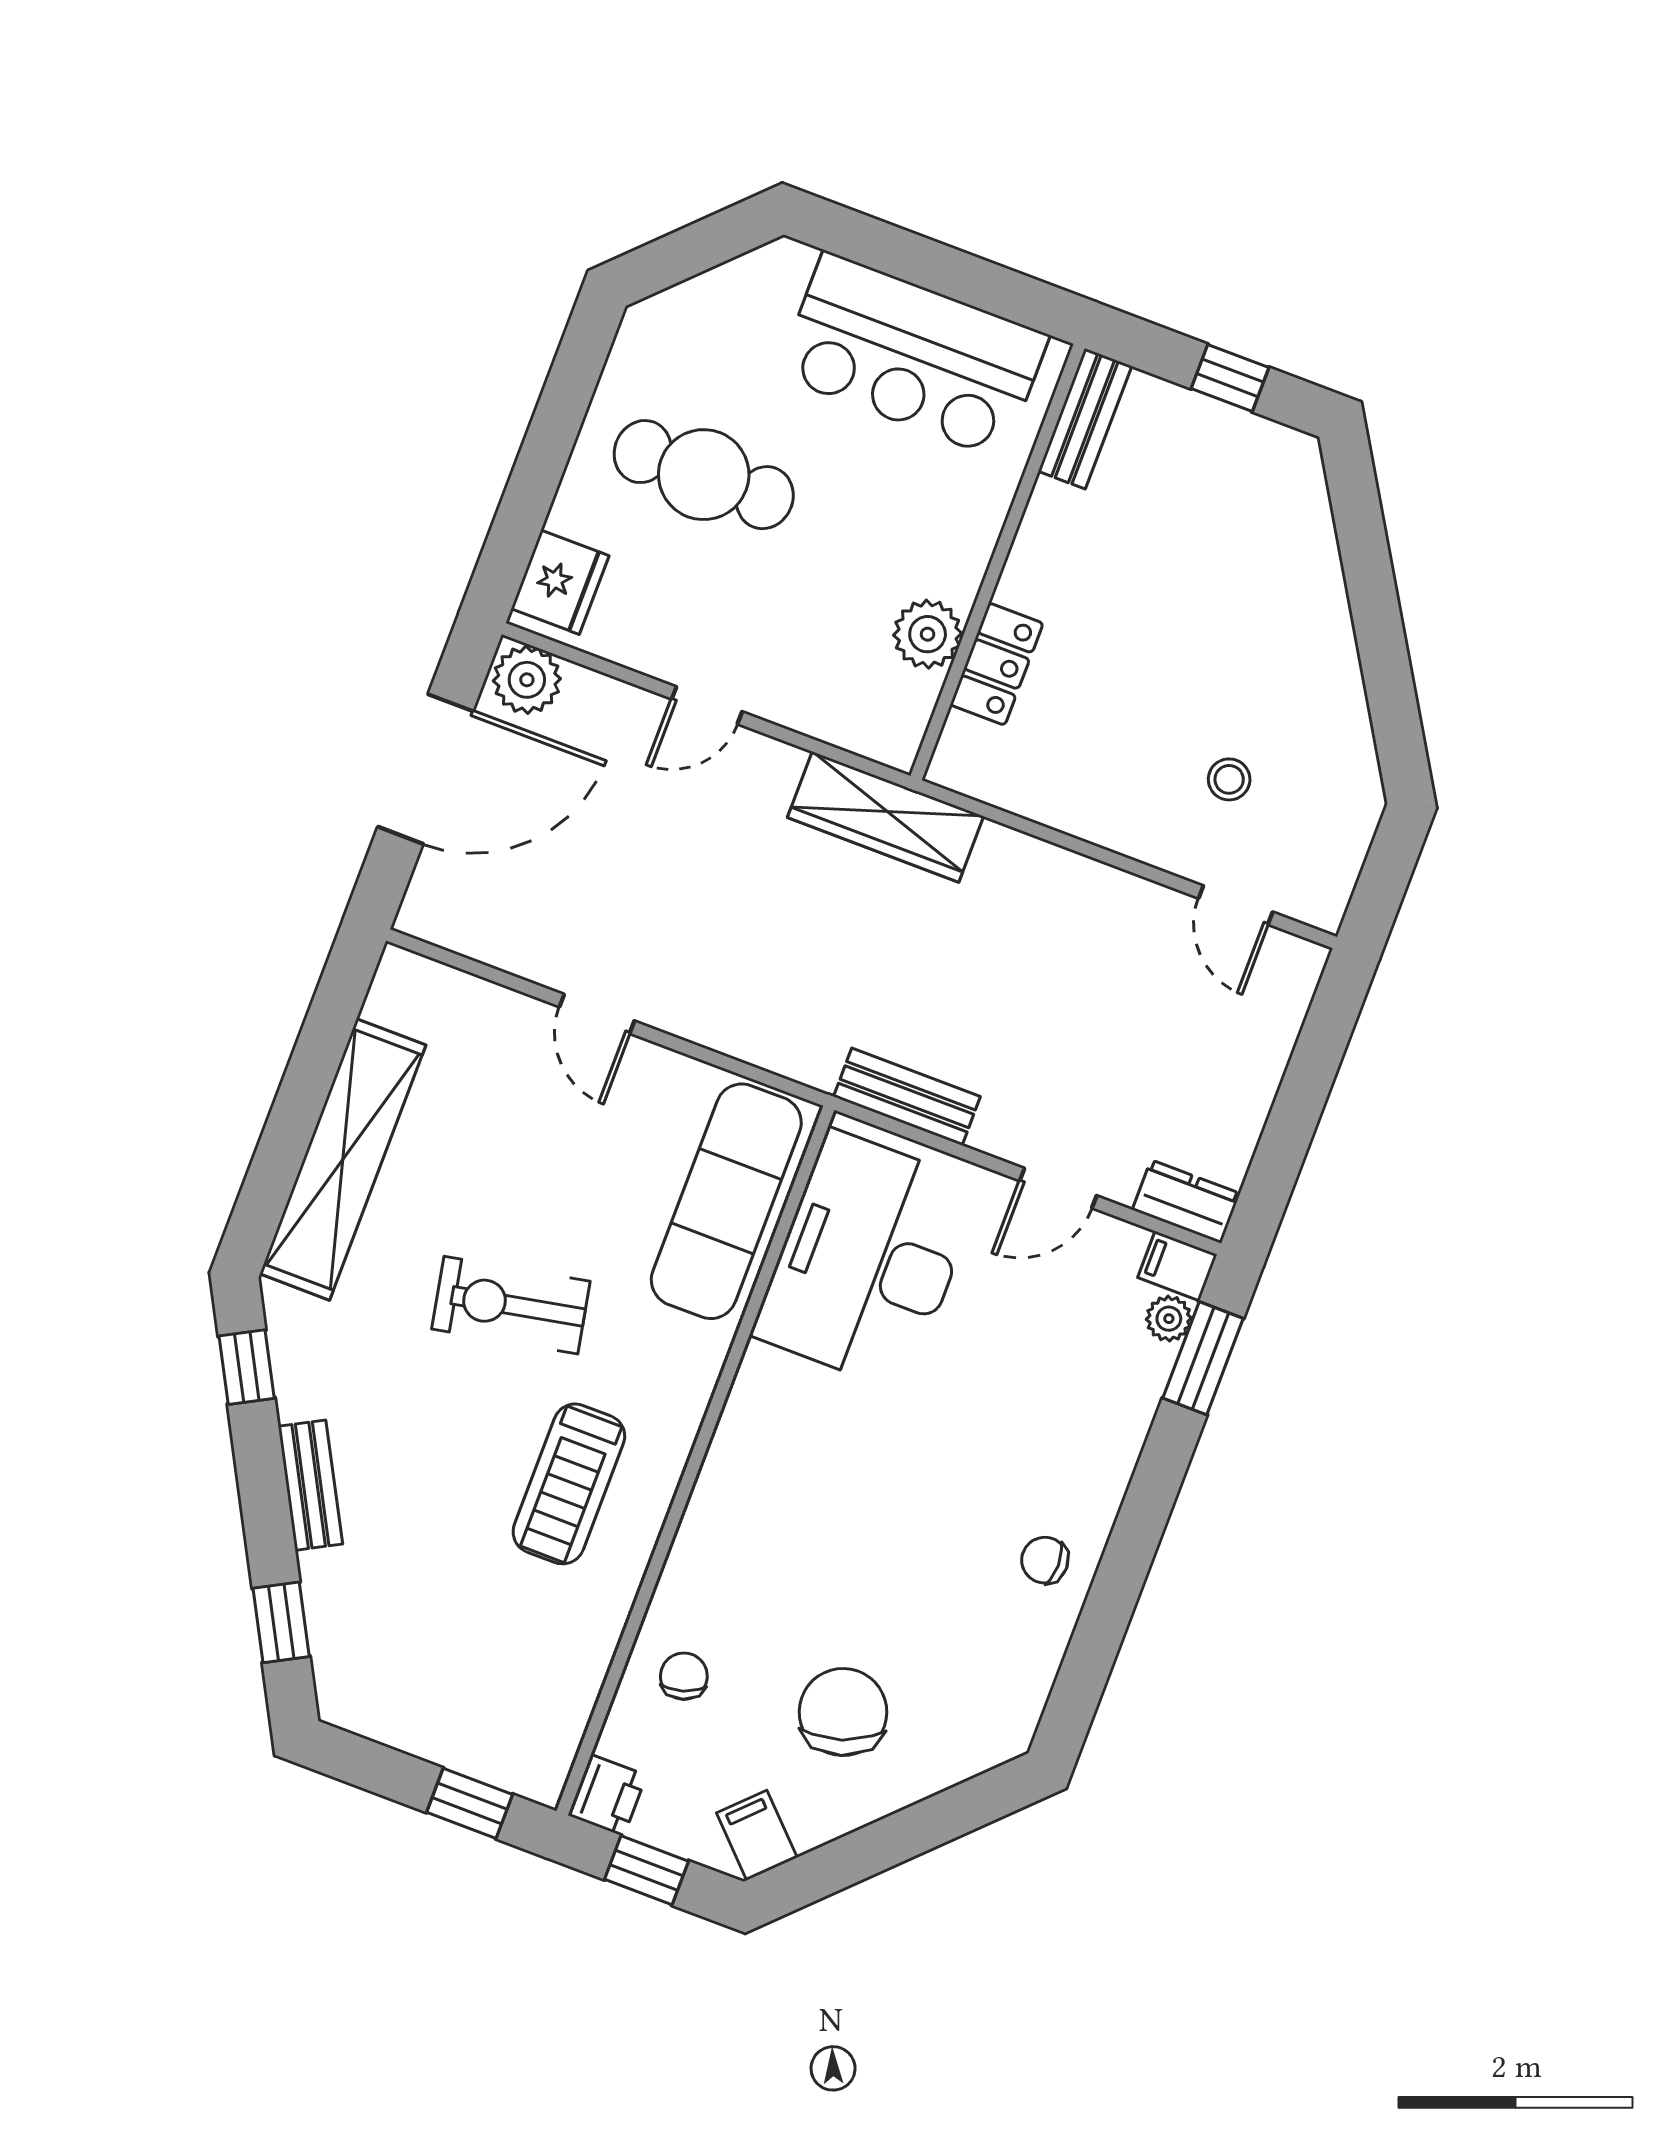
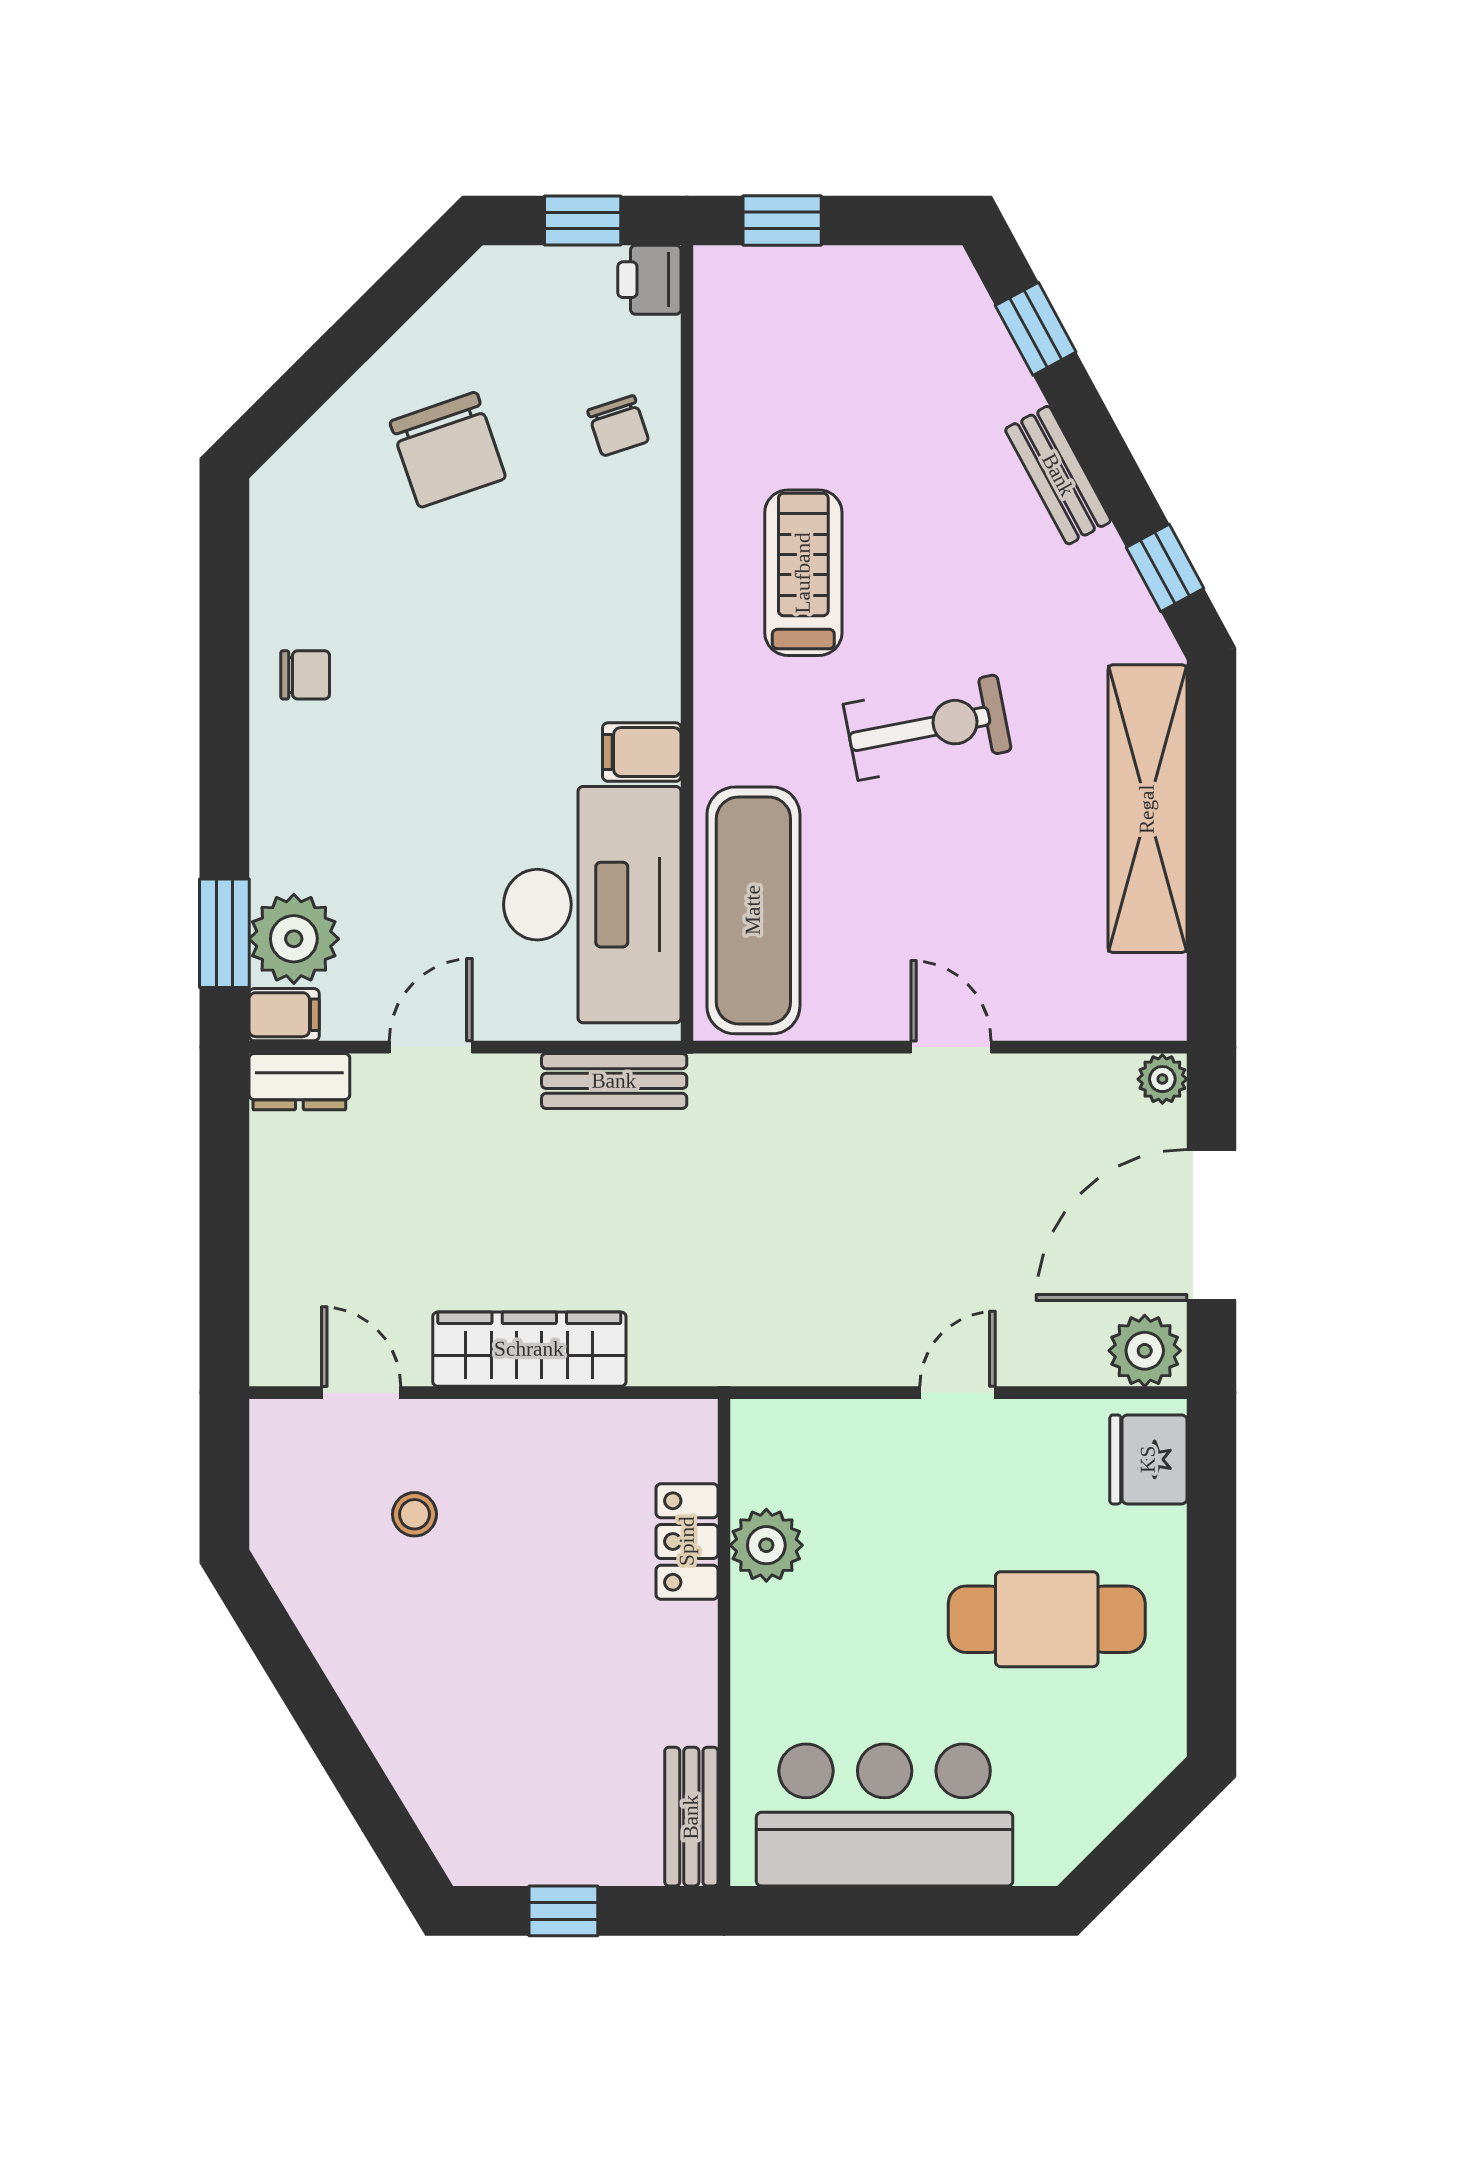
wardrobe: (885, 817) -> (529, 1349), moved
plant: (420, 915) -> (1162, 1079), added
plant: (1169, 1319) -> (294, 939), width x1.88, depth x1.88
filing cabinet: (757, 1835) -> (642, 752), moved, turned 135

